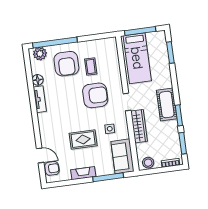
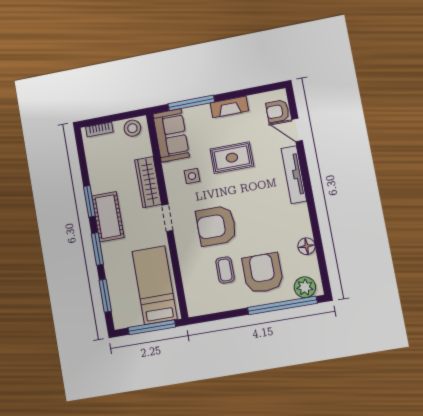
tv unit: (40, 99) -> (294, 175), moved, width x1.41
window: (183, 143) -> (97, 249), moved

